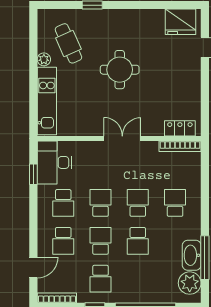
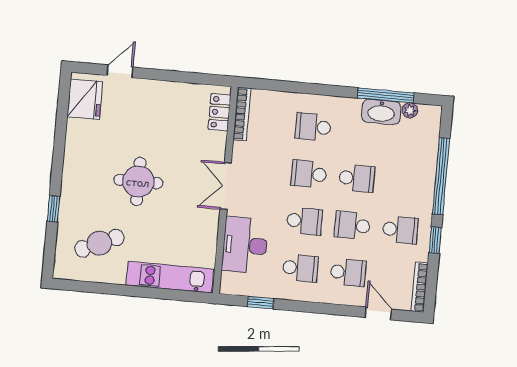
plant: (44, 59) -> (117, 276), removed
desk: (54, 162) -> (245, 245), moved, turned 90
school desk: (101, 203) -> (305, 221), turned 180
plant: (190, 283) -> (410, 110), width x0.53, depth x0.53

